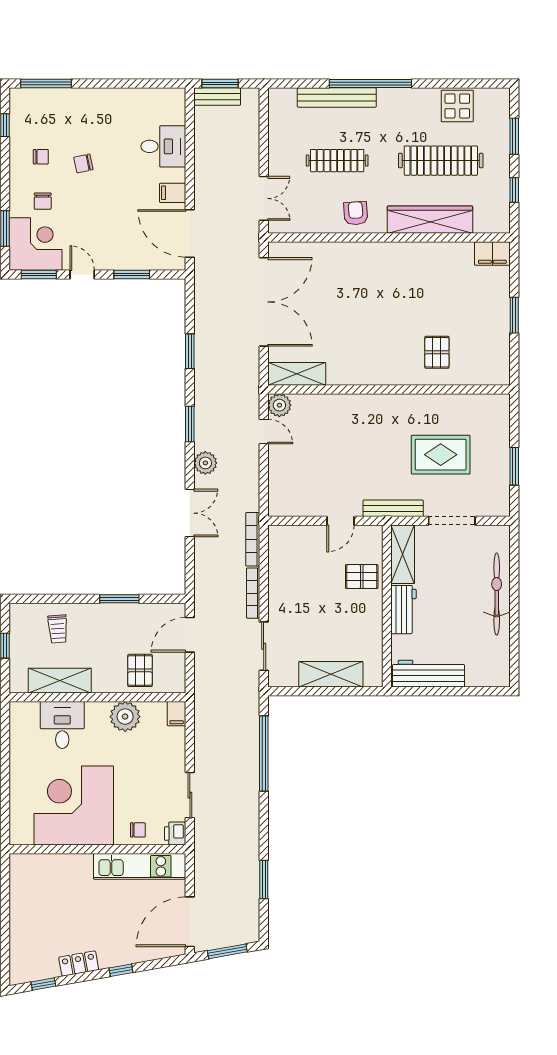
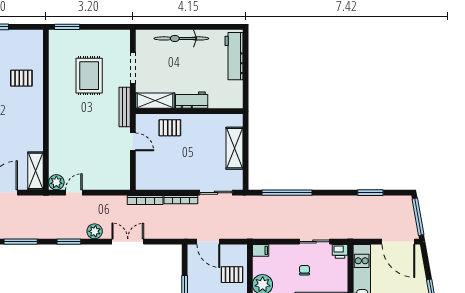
window: (190, 351) -> (21, 242), width x1.44
window: (514, 466) -> (67, 27), moved
pallet: (362, 577) -> (170, 128), turned 90
workbench: (428, 674) -> (234, 56), moved
chair: (138, 830) -> (305, 270), moved
window: (227, 951) -> (418, 217), width x1.44

